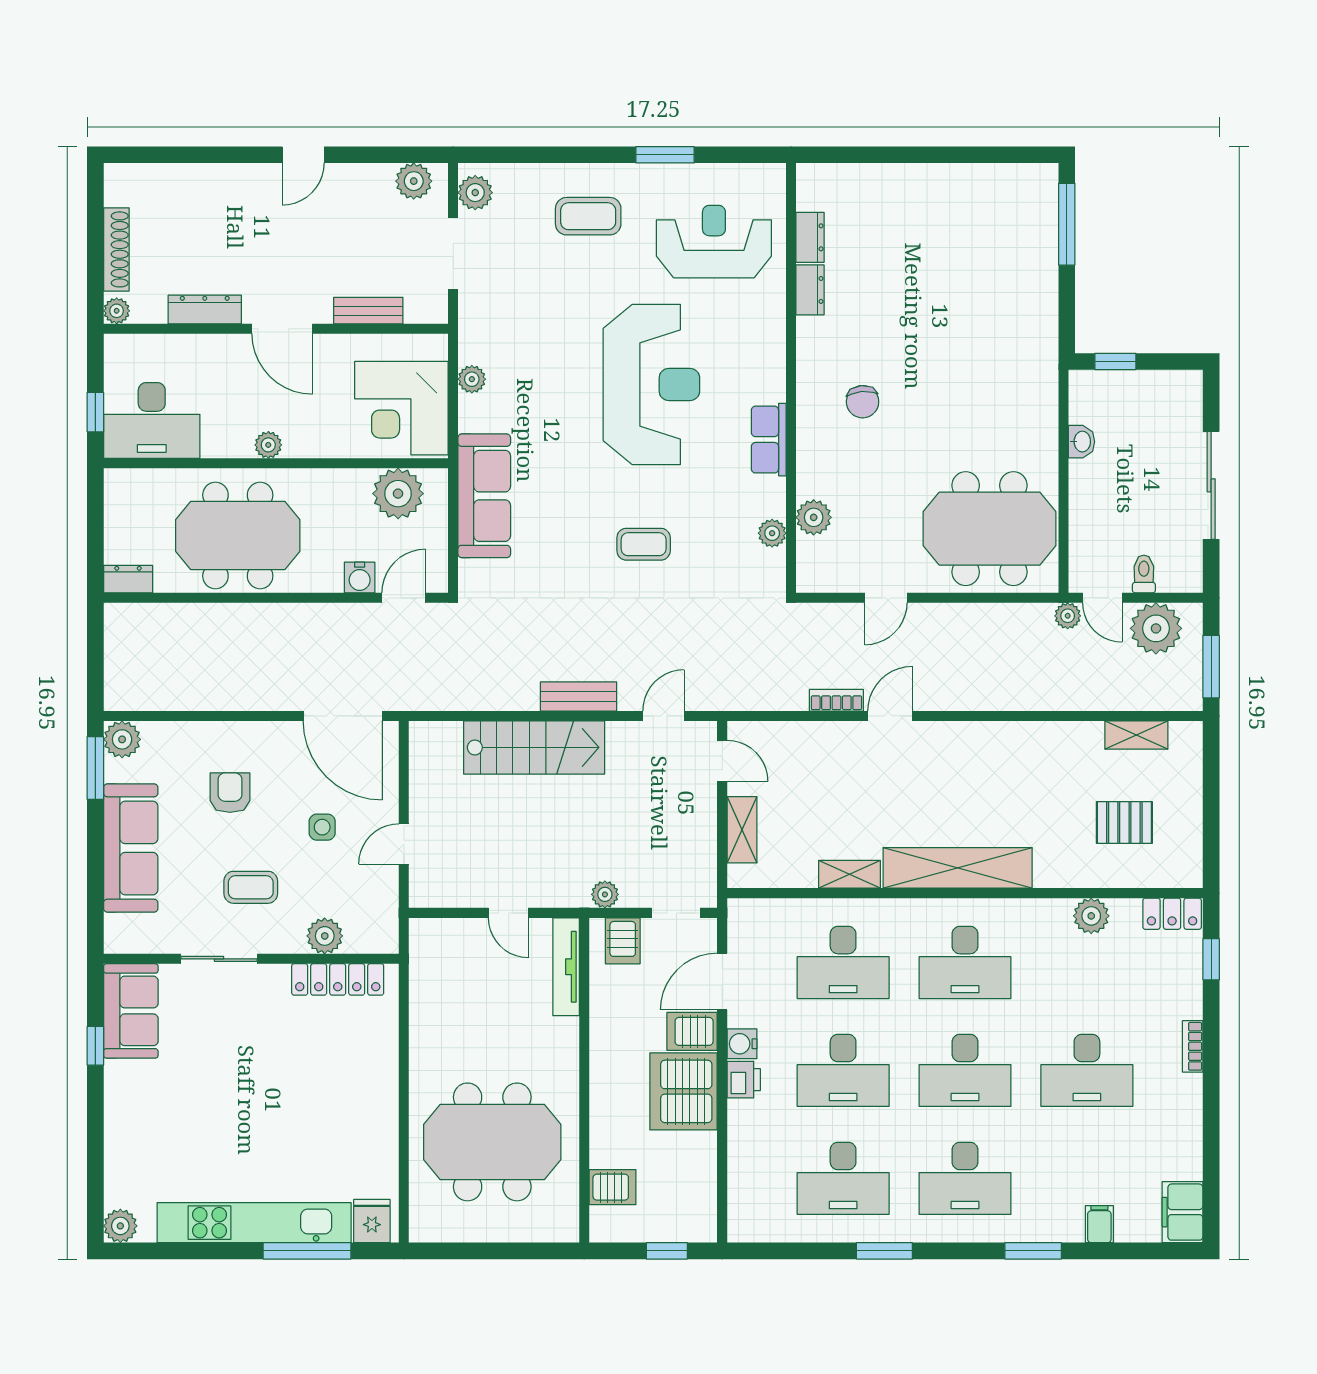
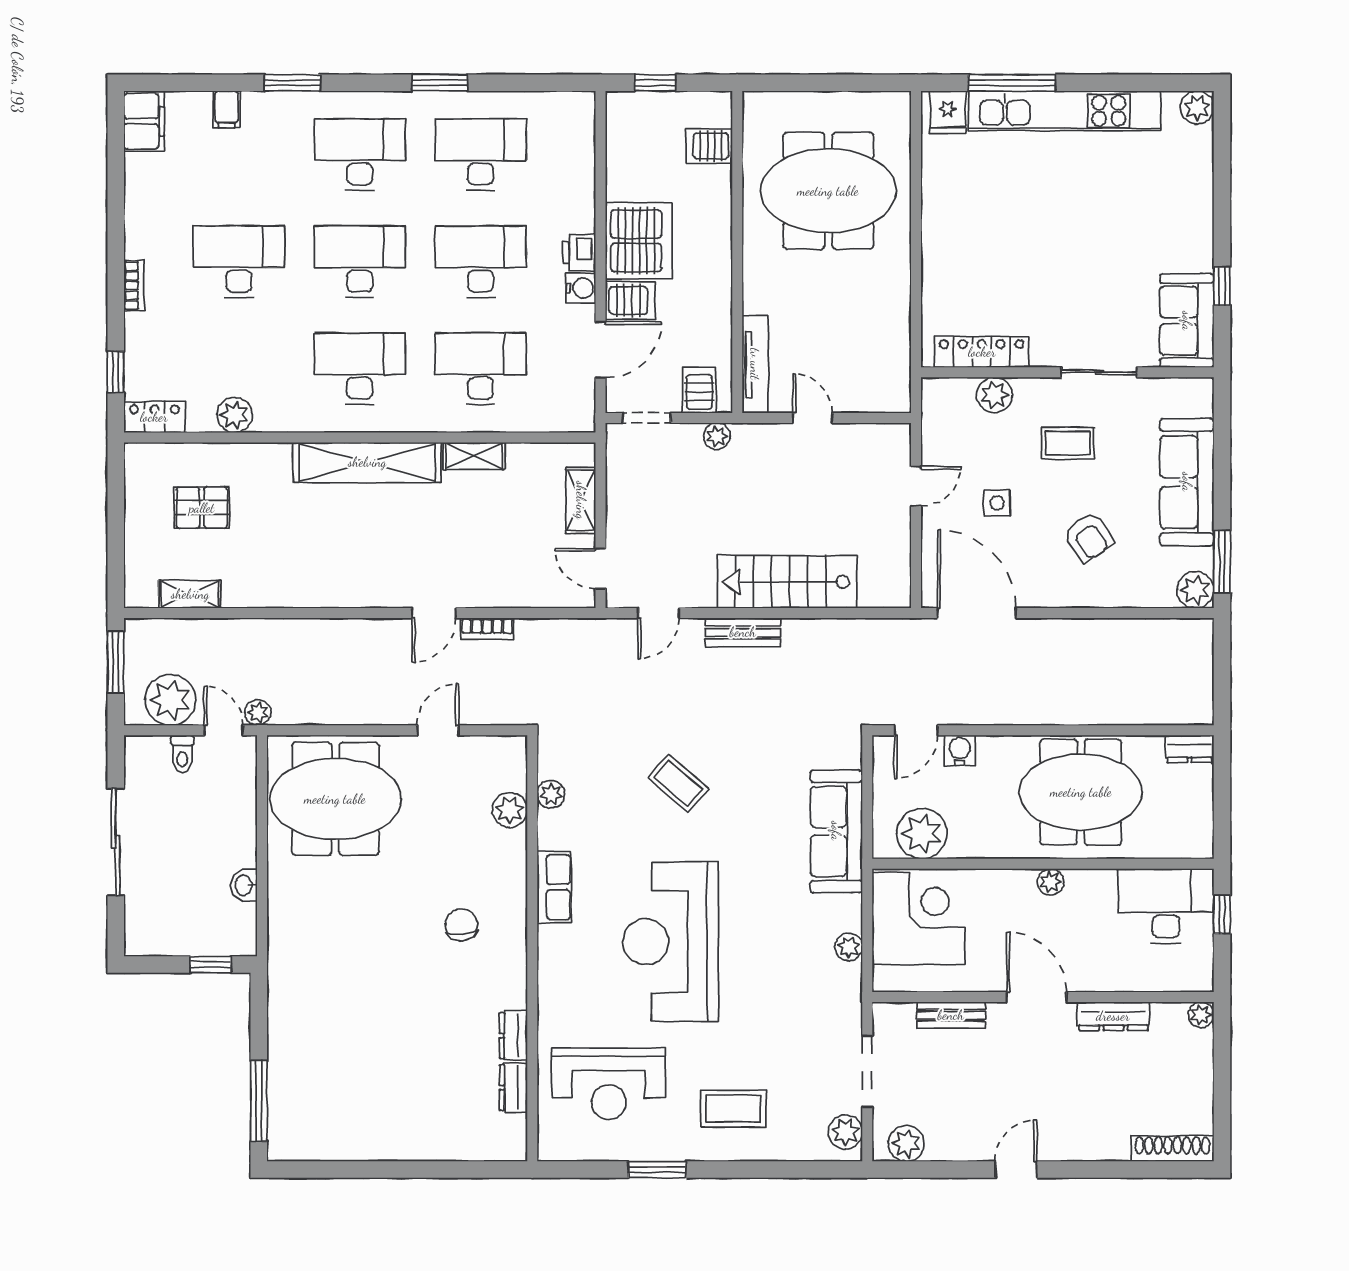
shoe rack: (116, 249) -> (1173, 1149), moved, turned 90
coffee table: (644, 544) -> (678, 783), turned 41
armchair: (230, 793) -> (1088, 537), turned -34

